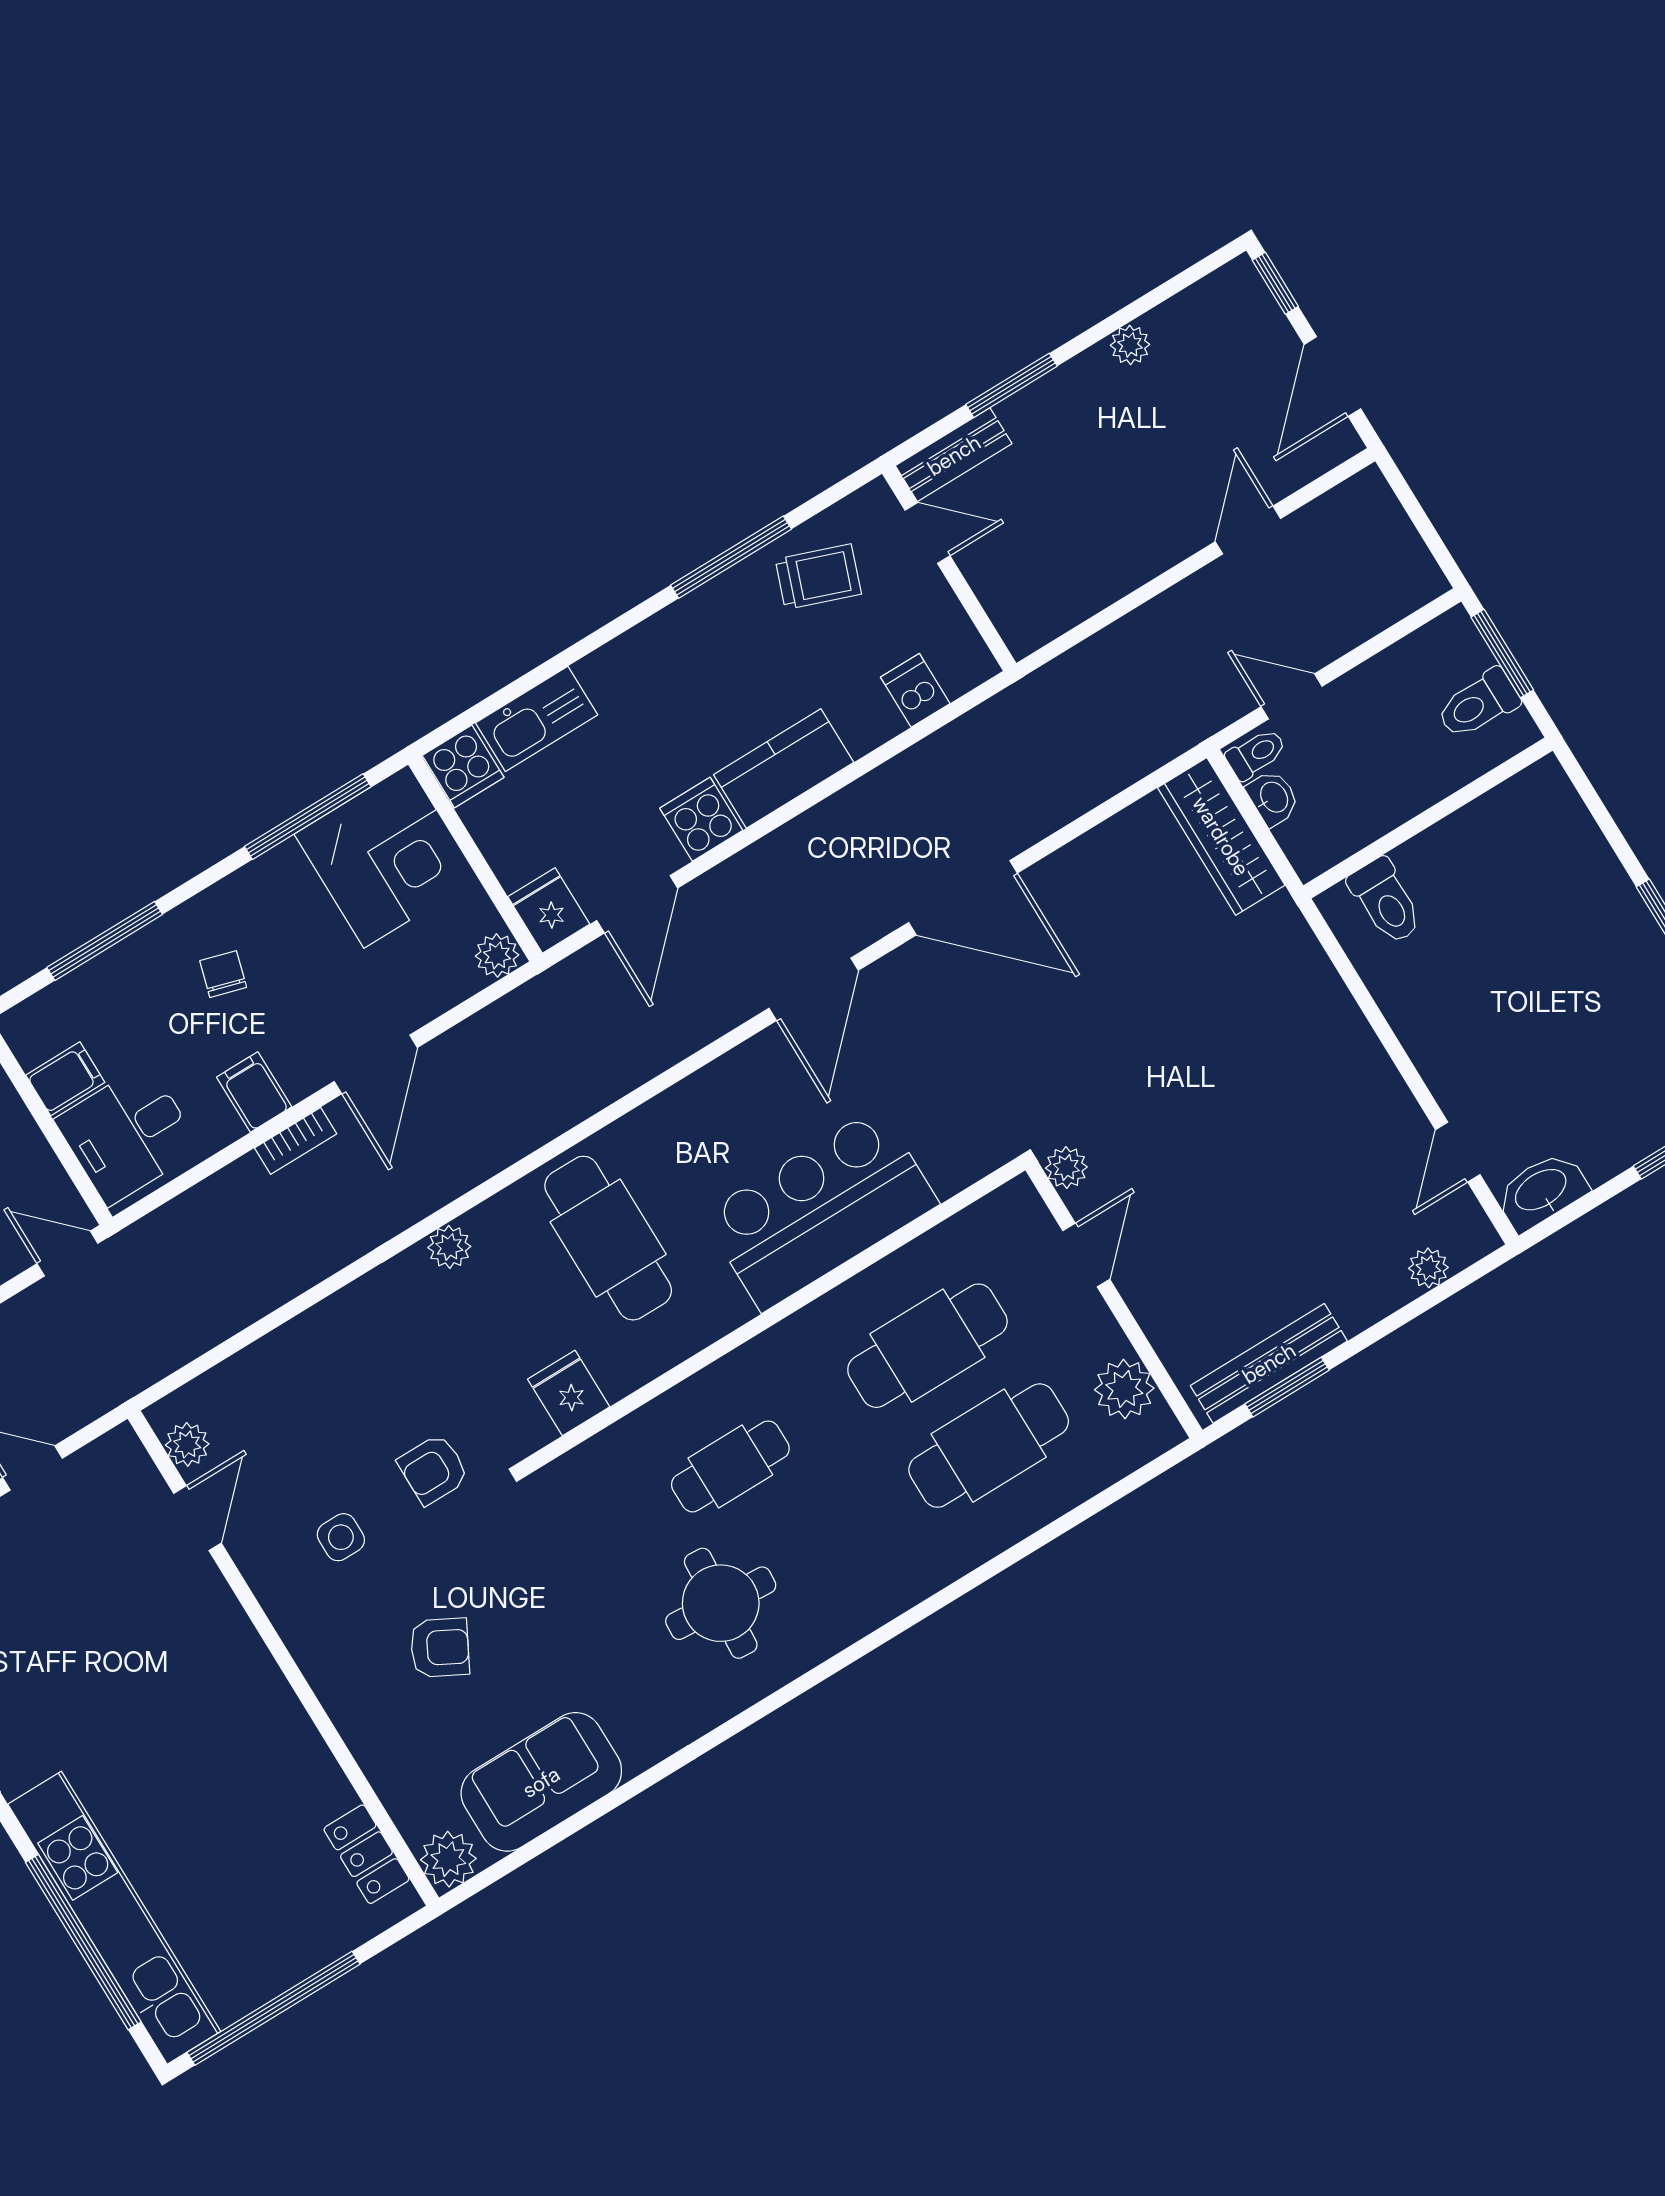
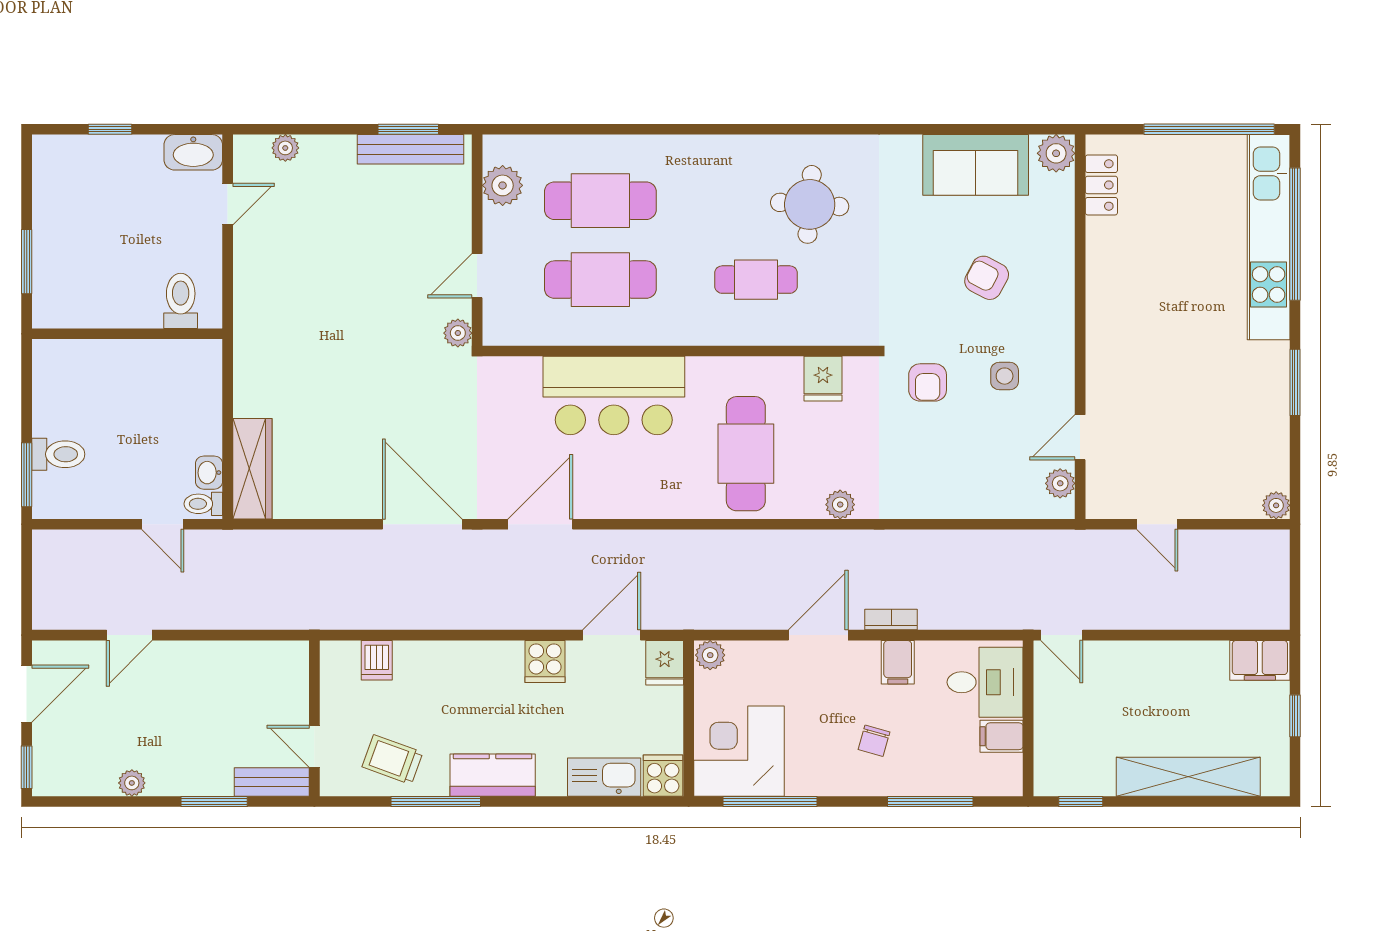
kitchen counter: (784, 769) -> (493, 775), moved, turned 180
wall: (1428, 818) -> (127, 334), moved
toilet: (1386, 901) -> (181, 301), moved
armchair: (433, 1469) -> (928, 382), turned 90

